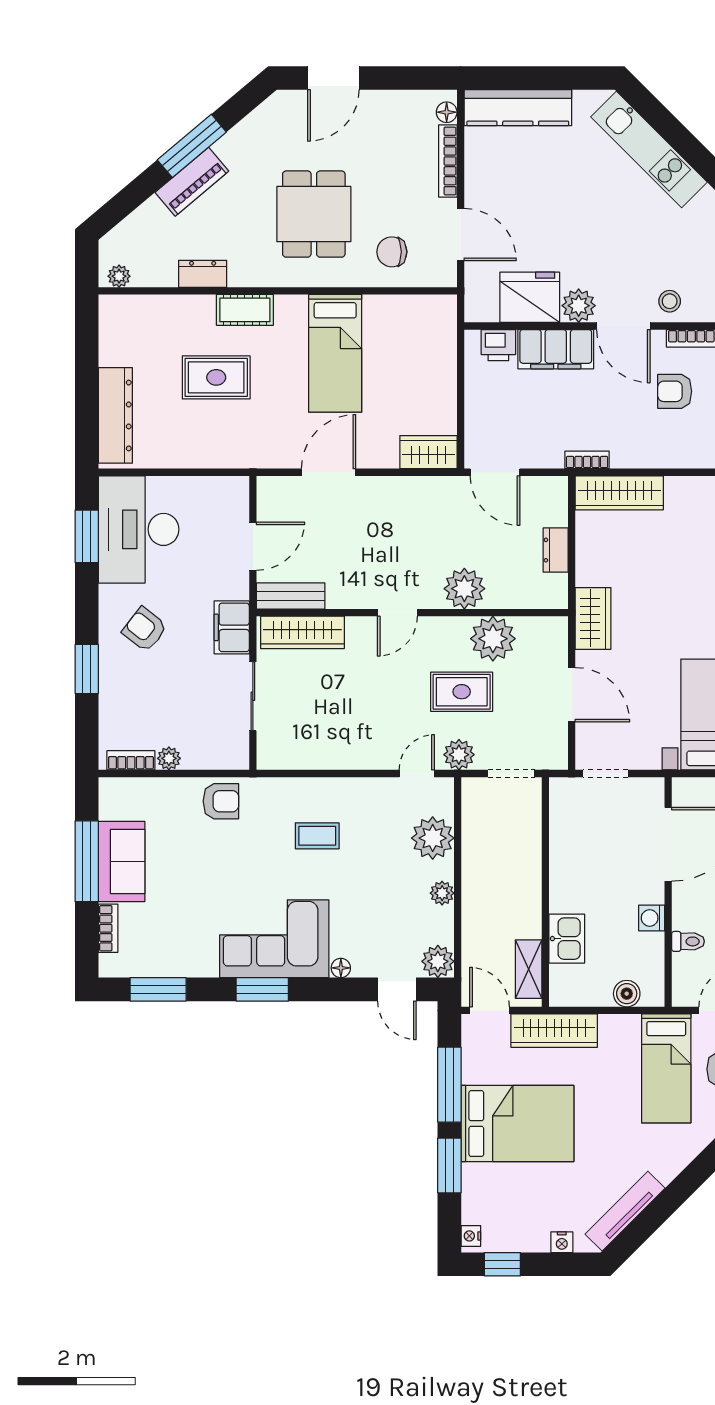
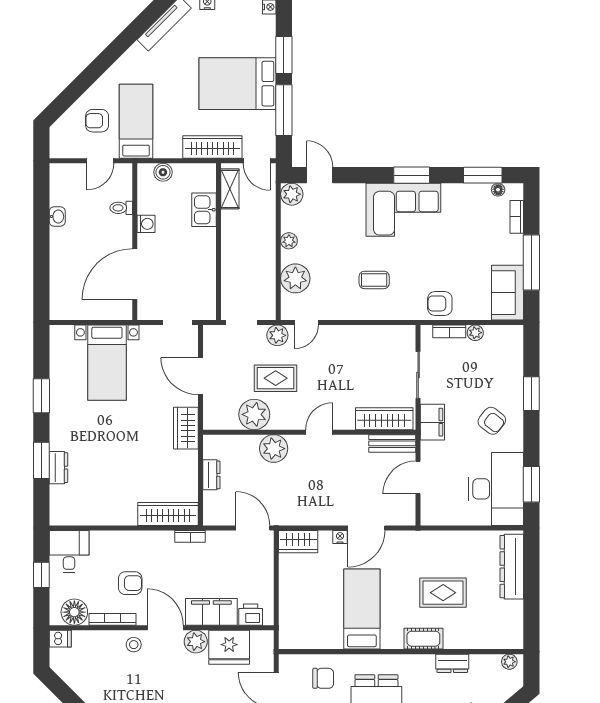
nightstand: (367, 459) -> (340, 537), added
bookcase: (131, 760) -> (449, 331), moved
sofa: (122, 862) -> (508, 293), moved
floor lamp: (341, 968) -> (498, 190), moved

